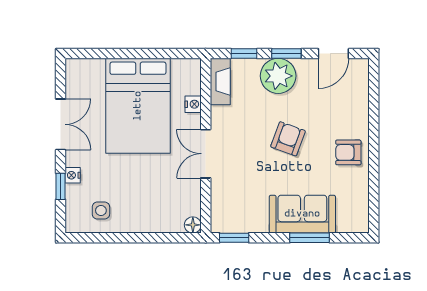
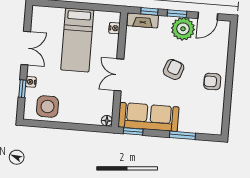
plant: (278, 76) -> (183, 29), moved
fireplace: (220, 82) -> (143, 20), moved, turned 90
nightstand: (193, 104) -> (114, 28), moved
bed: (138, 106) -> (77, 40), width x0.67
side table: (101, 211) -> (48, 106), width x1.87, depth x1.87
sofa: (302, 214) -> (149, 117), moved, width x1.36

